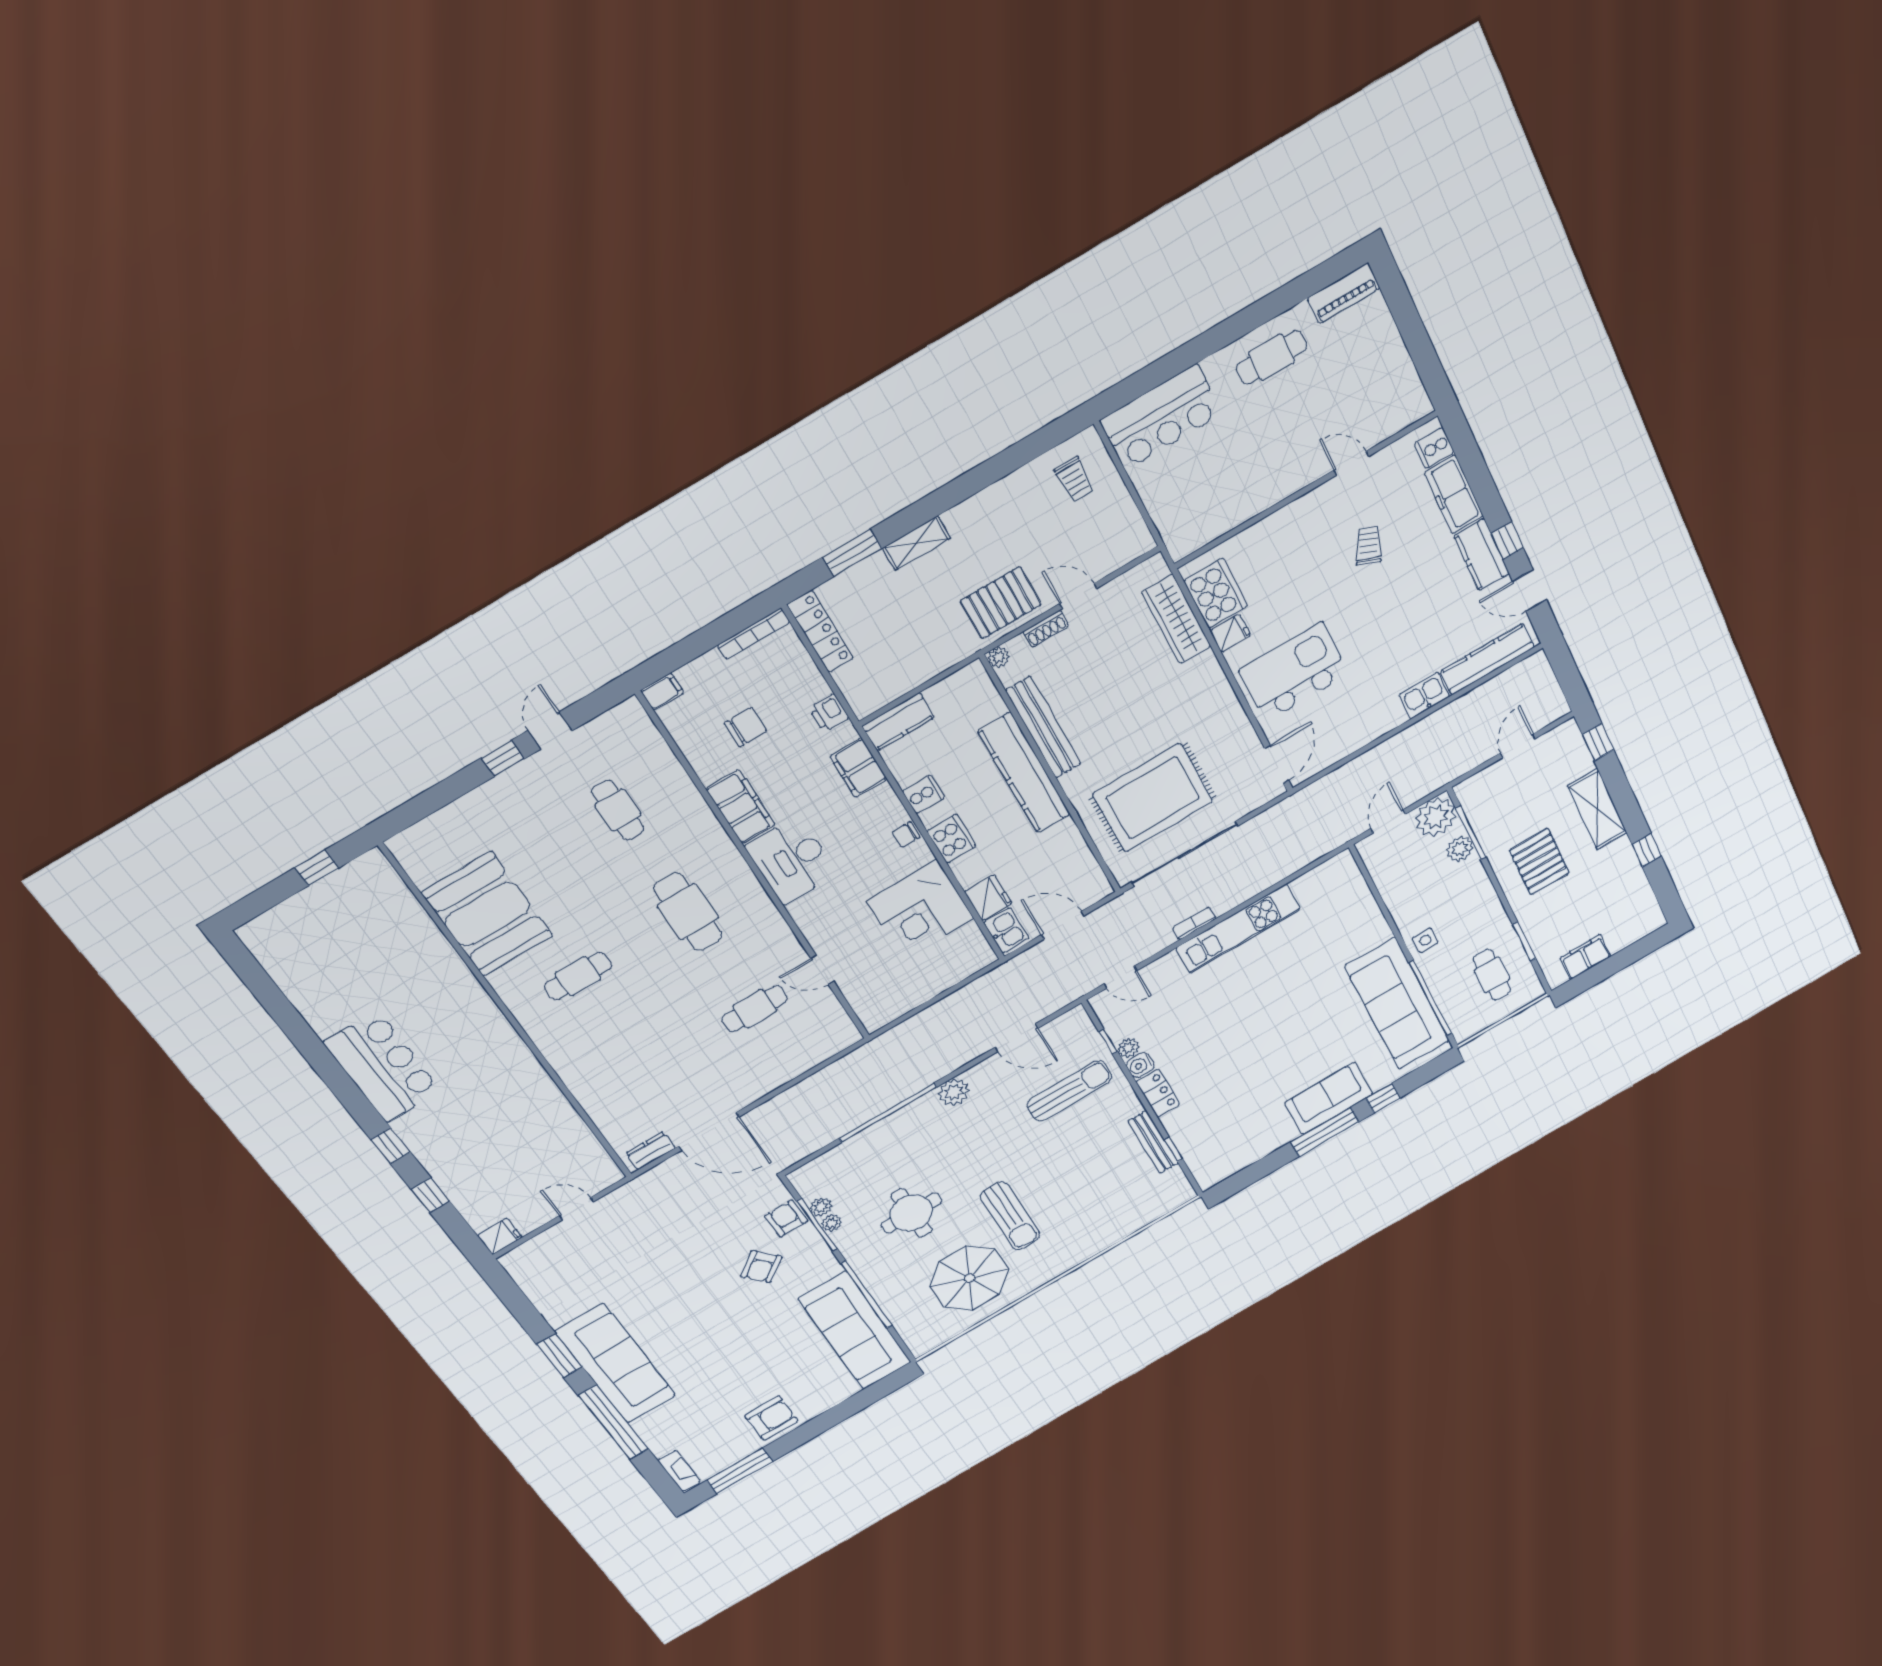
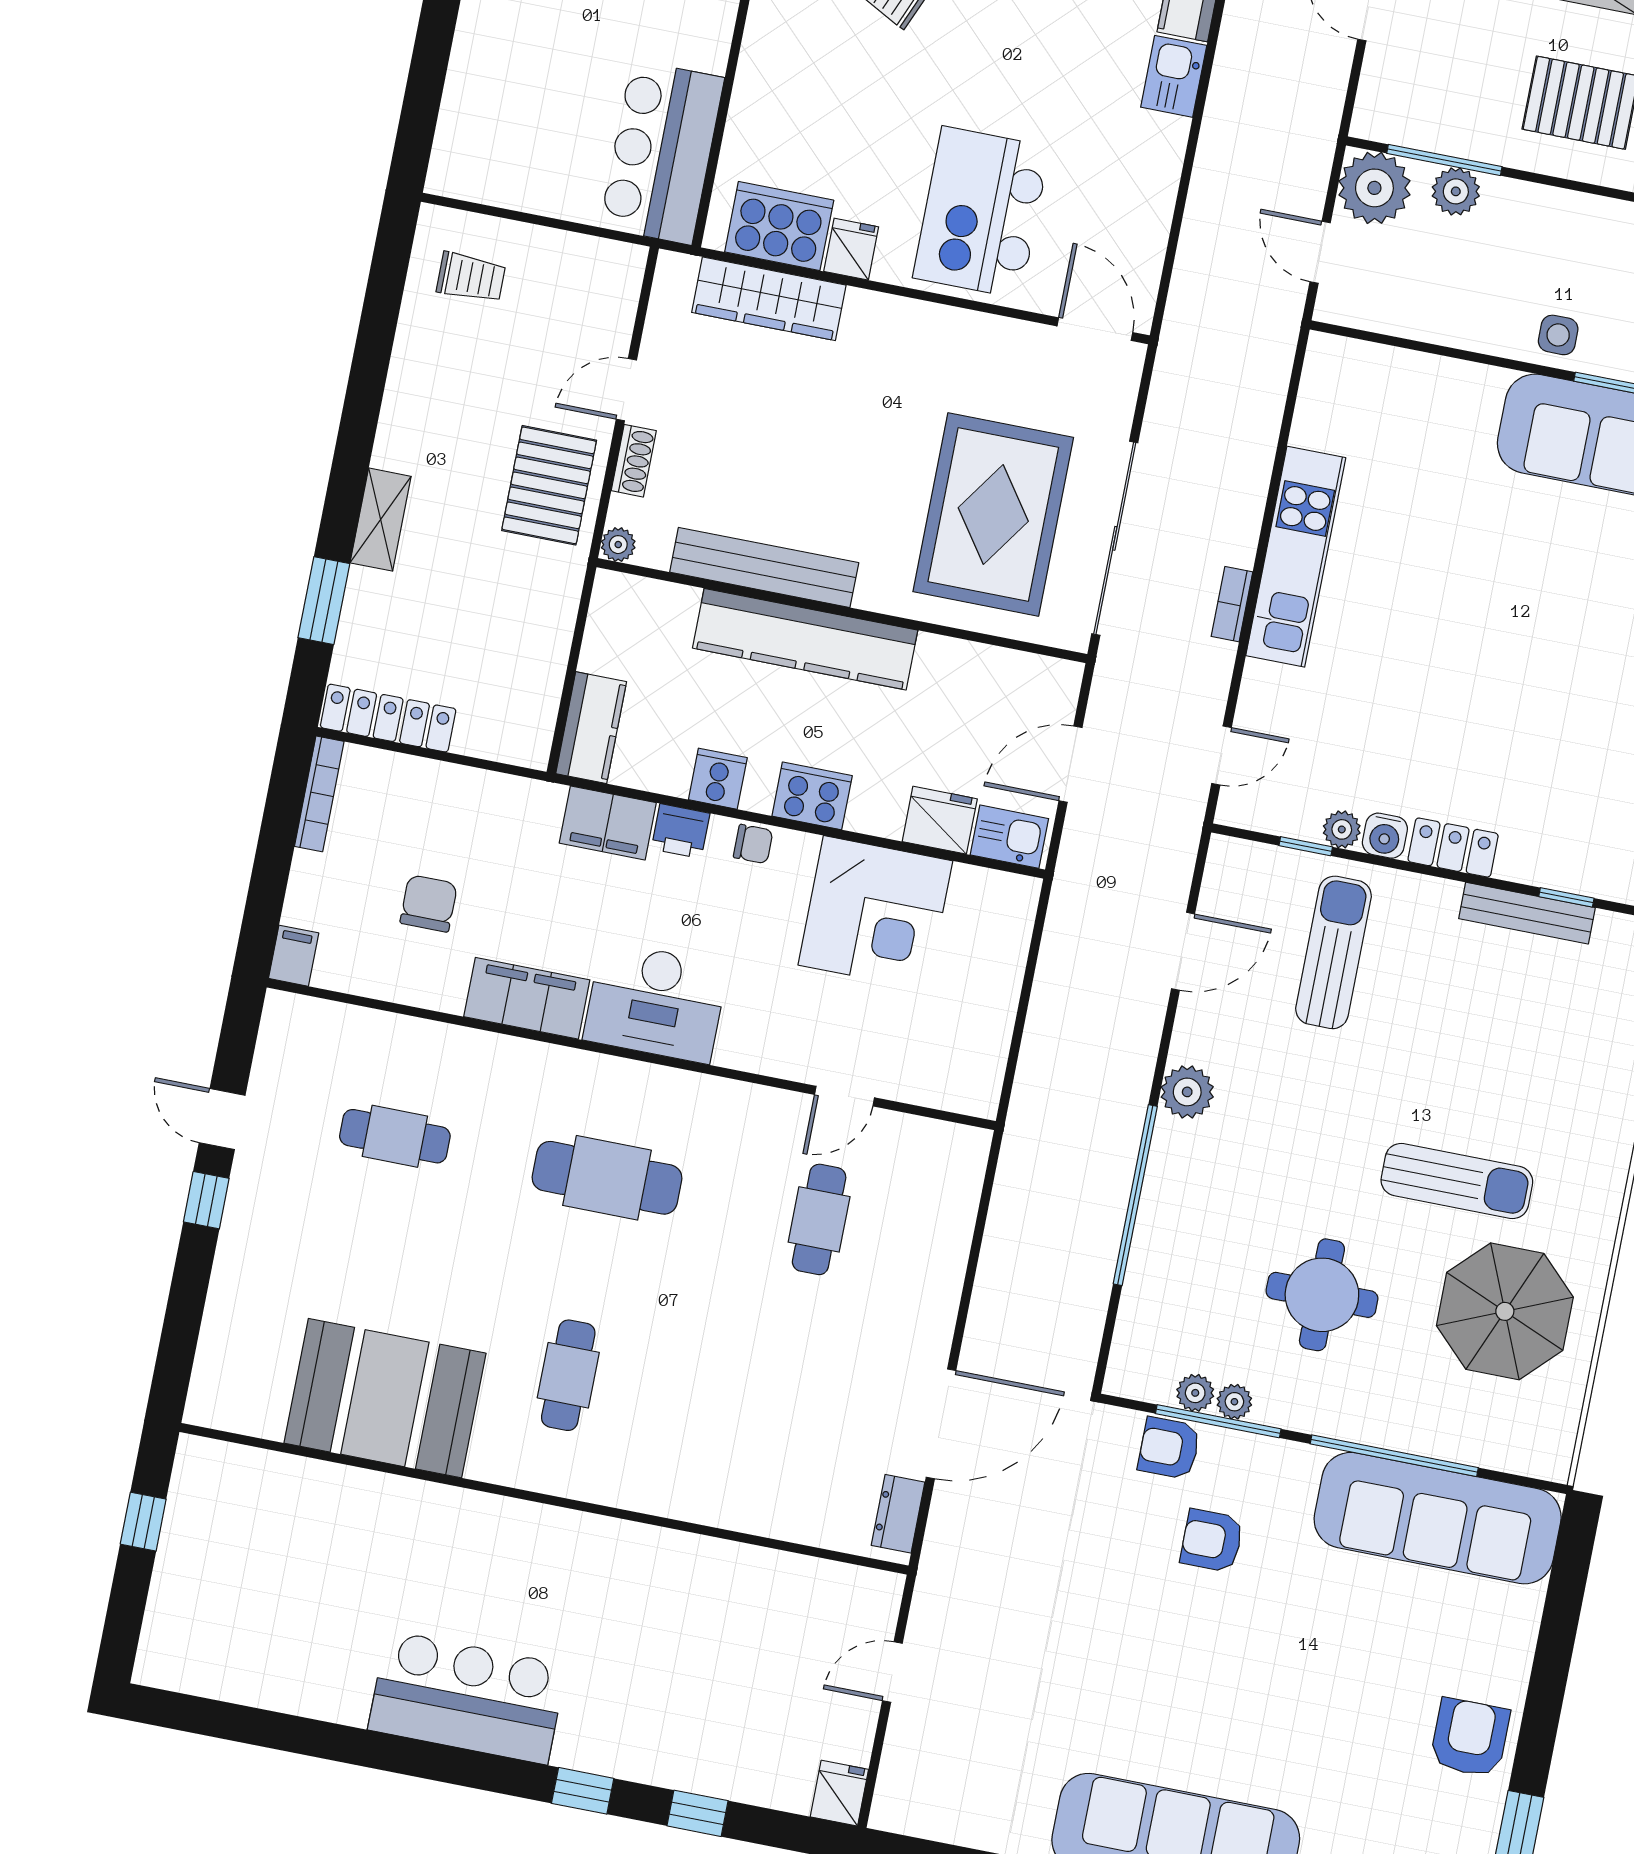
bar counter: (1161, 417) -> (662, 152), moved, turned 180
printer: (829, 713) -> (681, 831), moved
chair: (906, 835) -> (753, 844), turned -90
armchair: (761, 1267) -> (1212, 1541), turned 130

